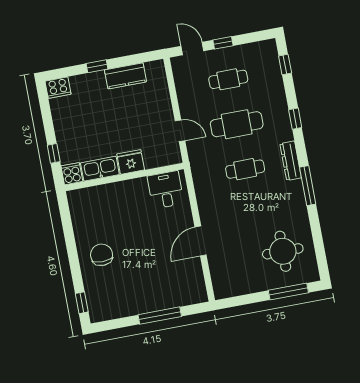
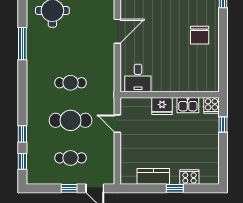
cooker: (58, 88) -> (189, 177), moved
window: (295, 119) -> (22, 134), moved
dresser: (291, 161) -> (32, 83), removed
kitchen sink: (100, 169) -> (188, 105), width x0.73
window: (308, 186) -> (22, 44), moved

